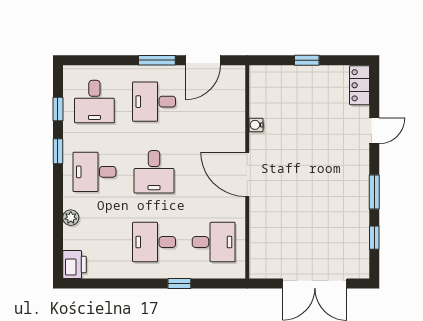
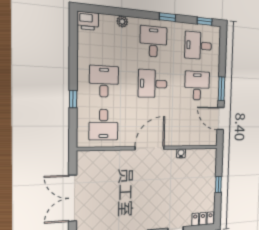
window: (58, 109) -> (205, 21), moved

